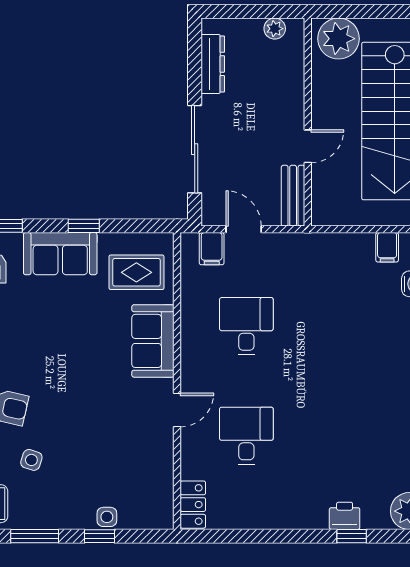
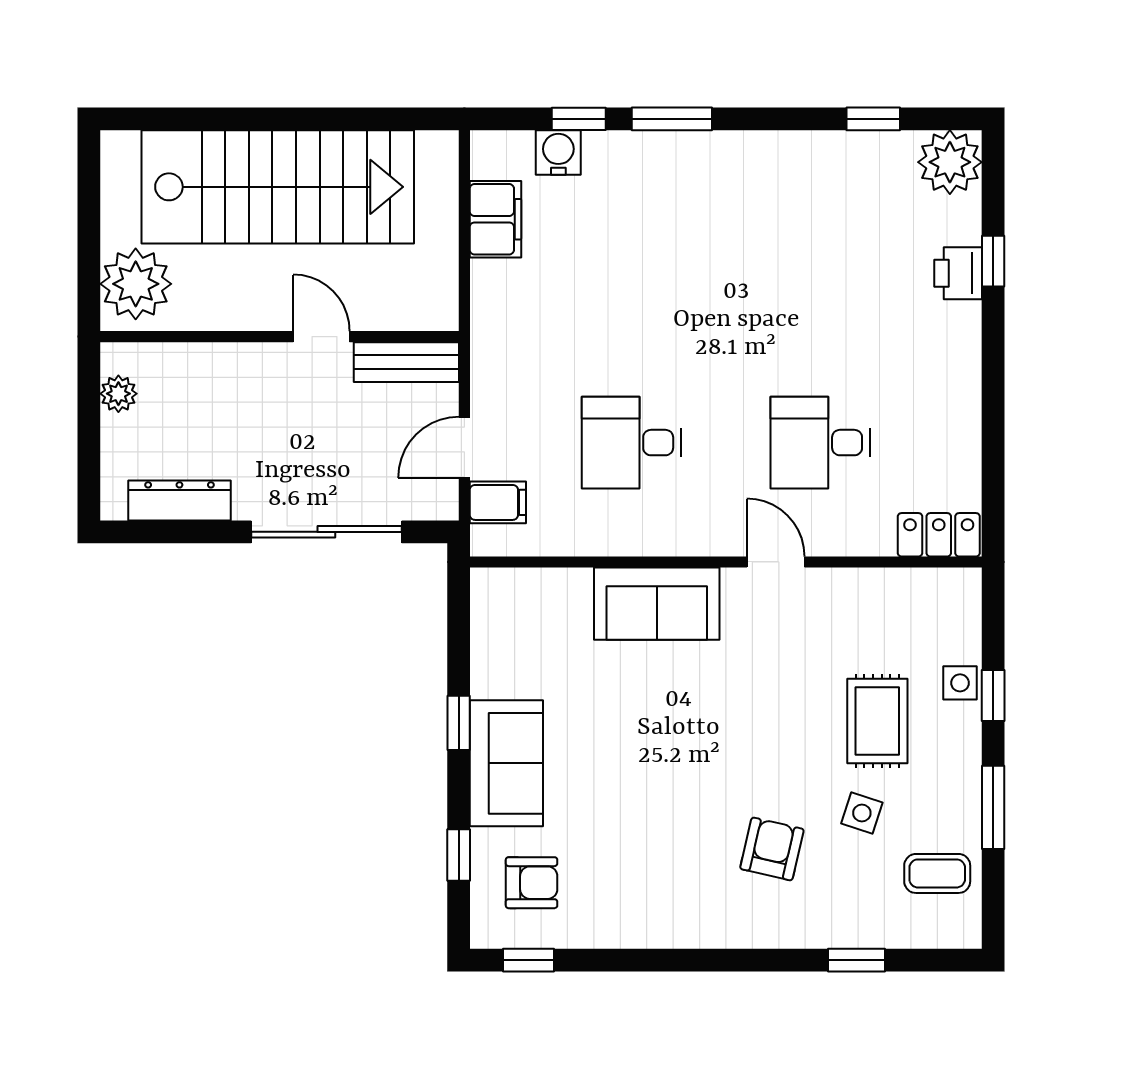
filing cabinet: (387, 247) -> (495, 219), width x2.00
rug: (136, 272) -> (877, 721), moved

